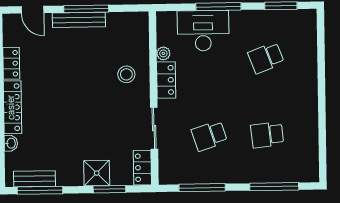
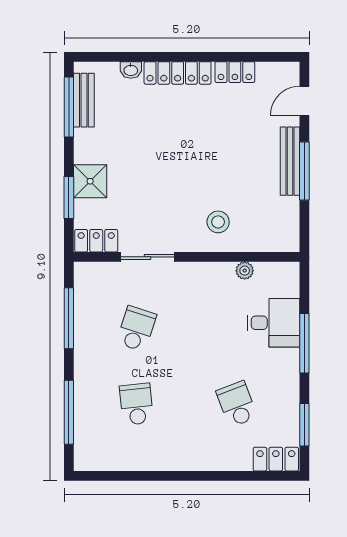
desk: (203, 31) -> (273, 323), width x0.73
locker: (166, 80) -> (276, 459), moved, turned 180
school desk: (209, 136) -> (136, 329), turned 36

